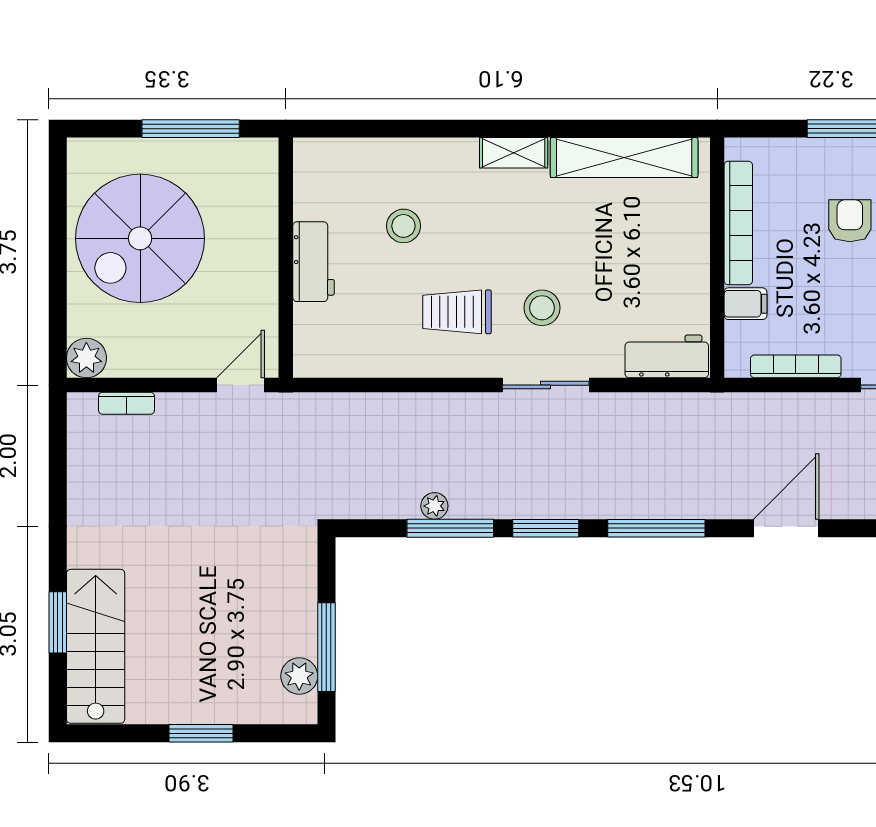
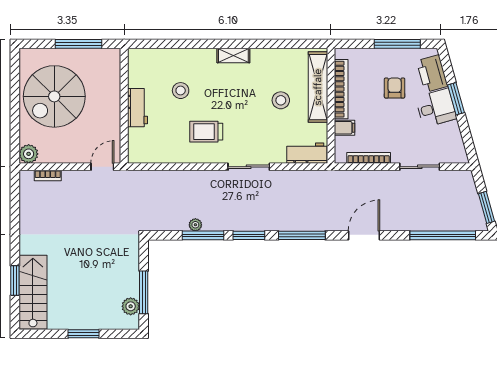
shelving: (624, 158) -> (318, 87), moved, turned 90
stool: (542, 308) -> (281, 100), moved

